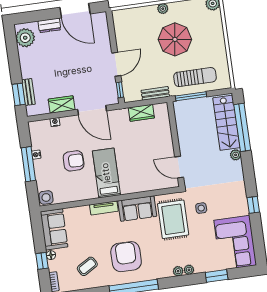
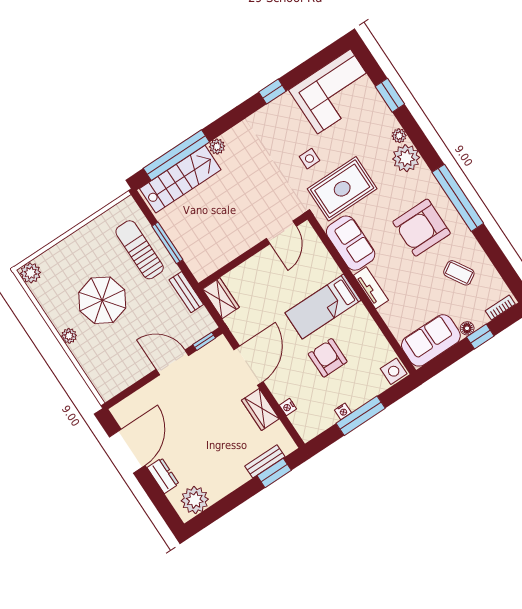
wall: (176, 144) -> (253, 251), moved
door: (179, 167) -> (281, 232), moved
plant: (178, 271) -> (406, 158), width x1.88, depth x1.88

